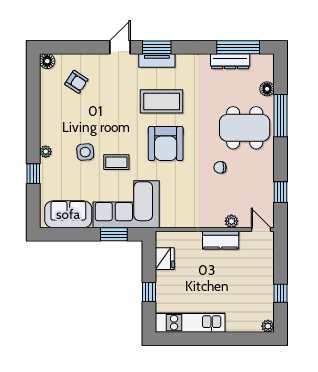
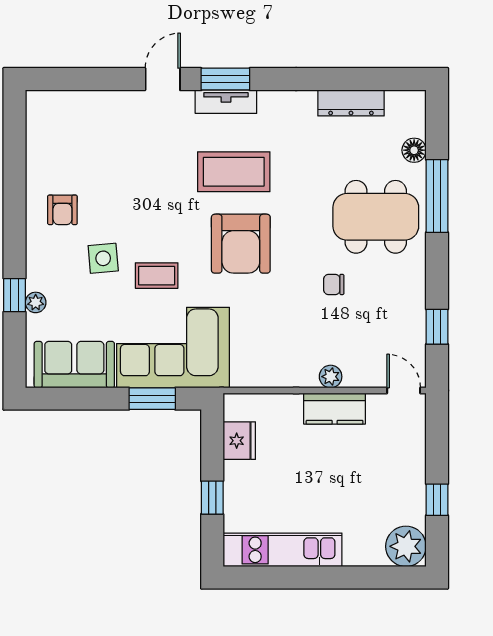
window: (238, 47) -> (365, 79), removed
floor lamp: (47, 61) -> (38, 103), removed
armchair: (76, 82) -> (62, 210), moved, turned 57
plant: (46, 152) -> (36, 302), moved
plant: (231, 221) -> (331, 377), moved
plant: (268, 326) -> (406, 546), width x1.88, depth x1.88

